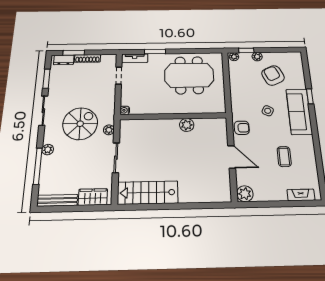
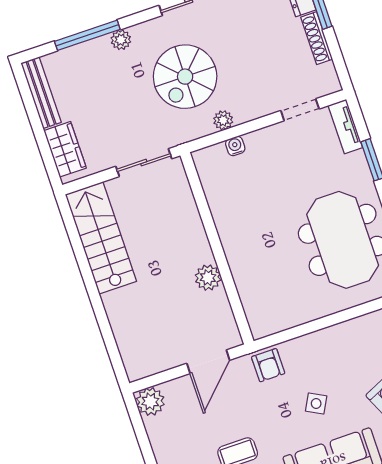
wall: (173, 116) -> (217, 248), moved
spiral stairs: (80, 124) -> (185, 77), turned 90
plant: (187, 125) -> (208, 278), moved
plant: (109, 130) -> (223, 120), moved

